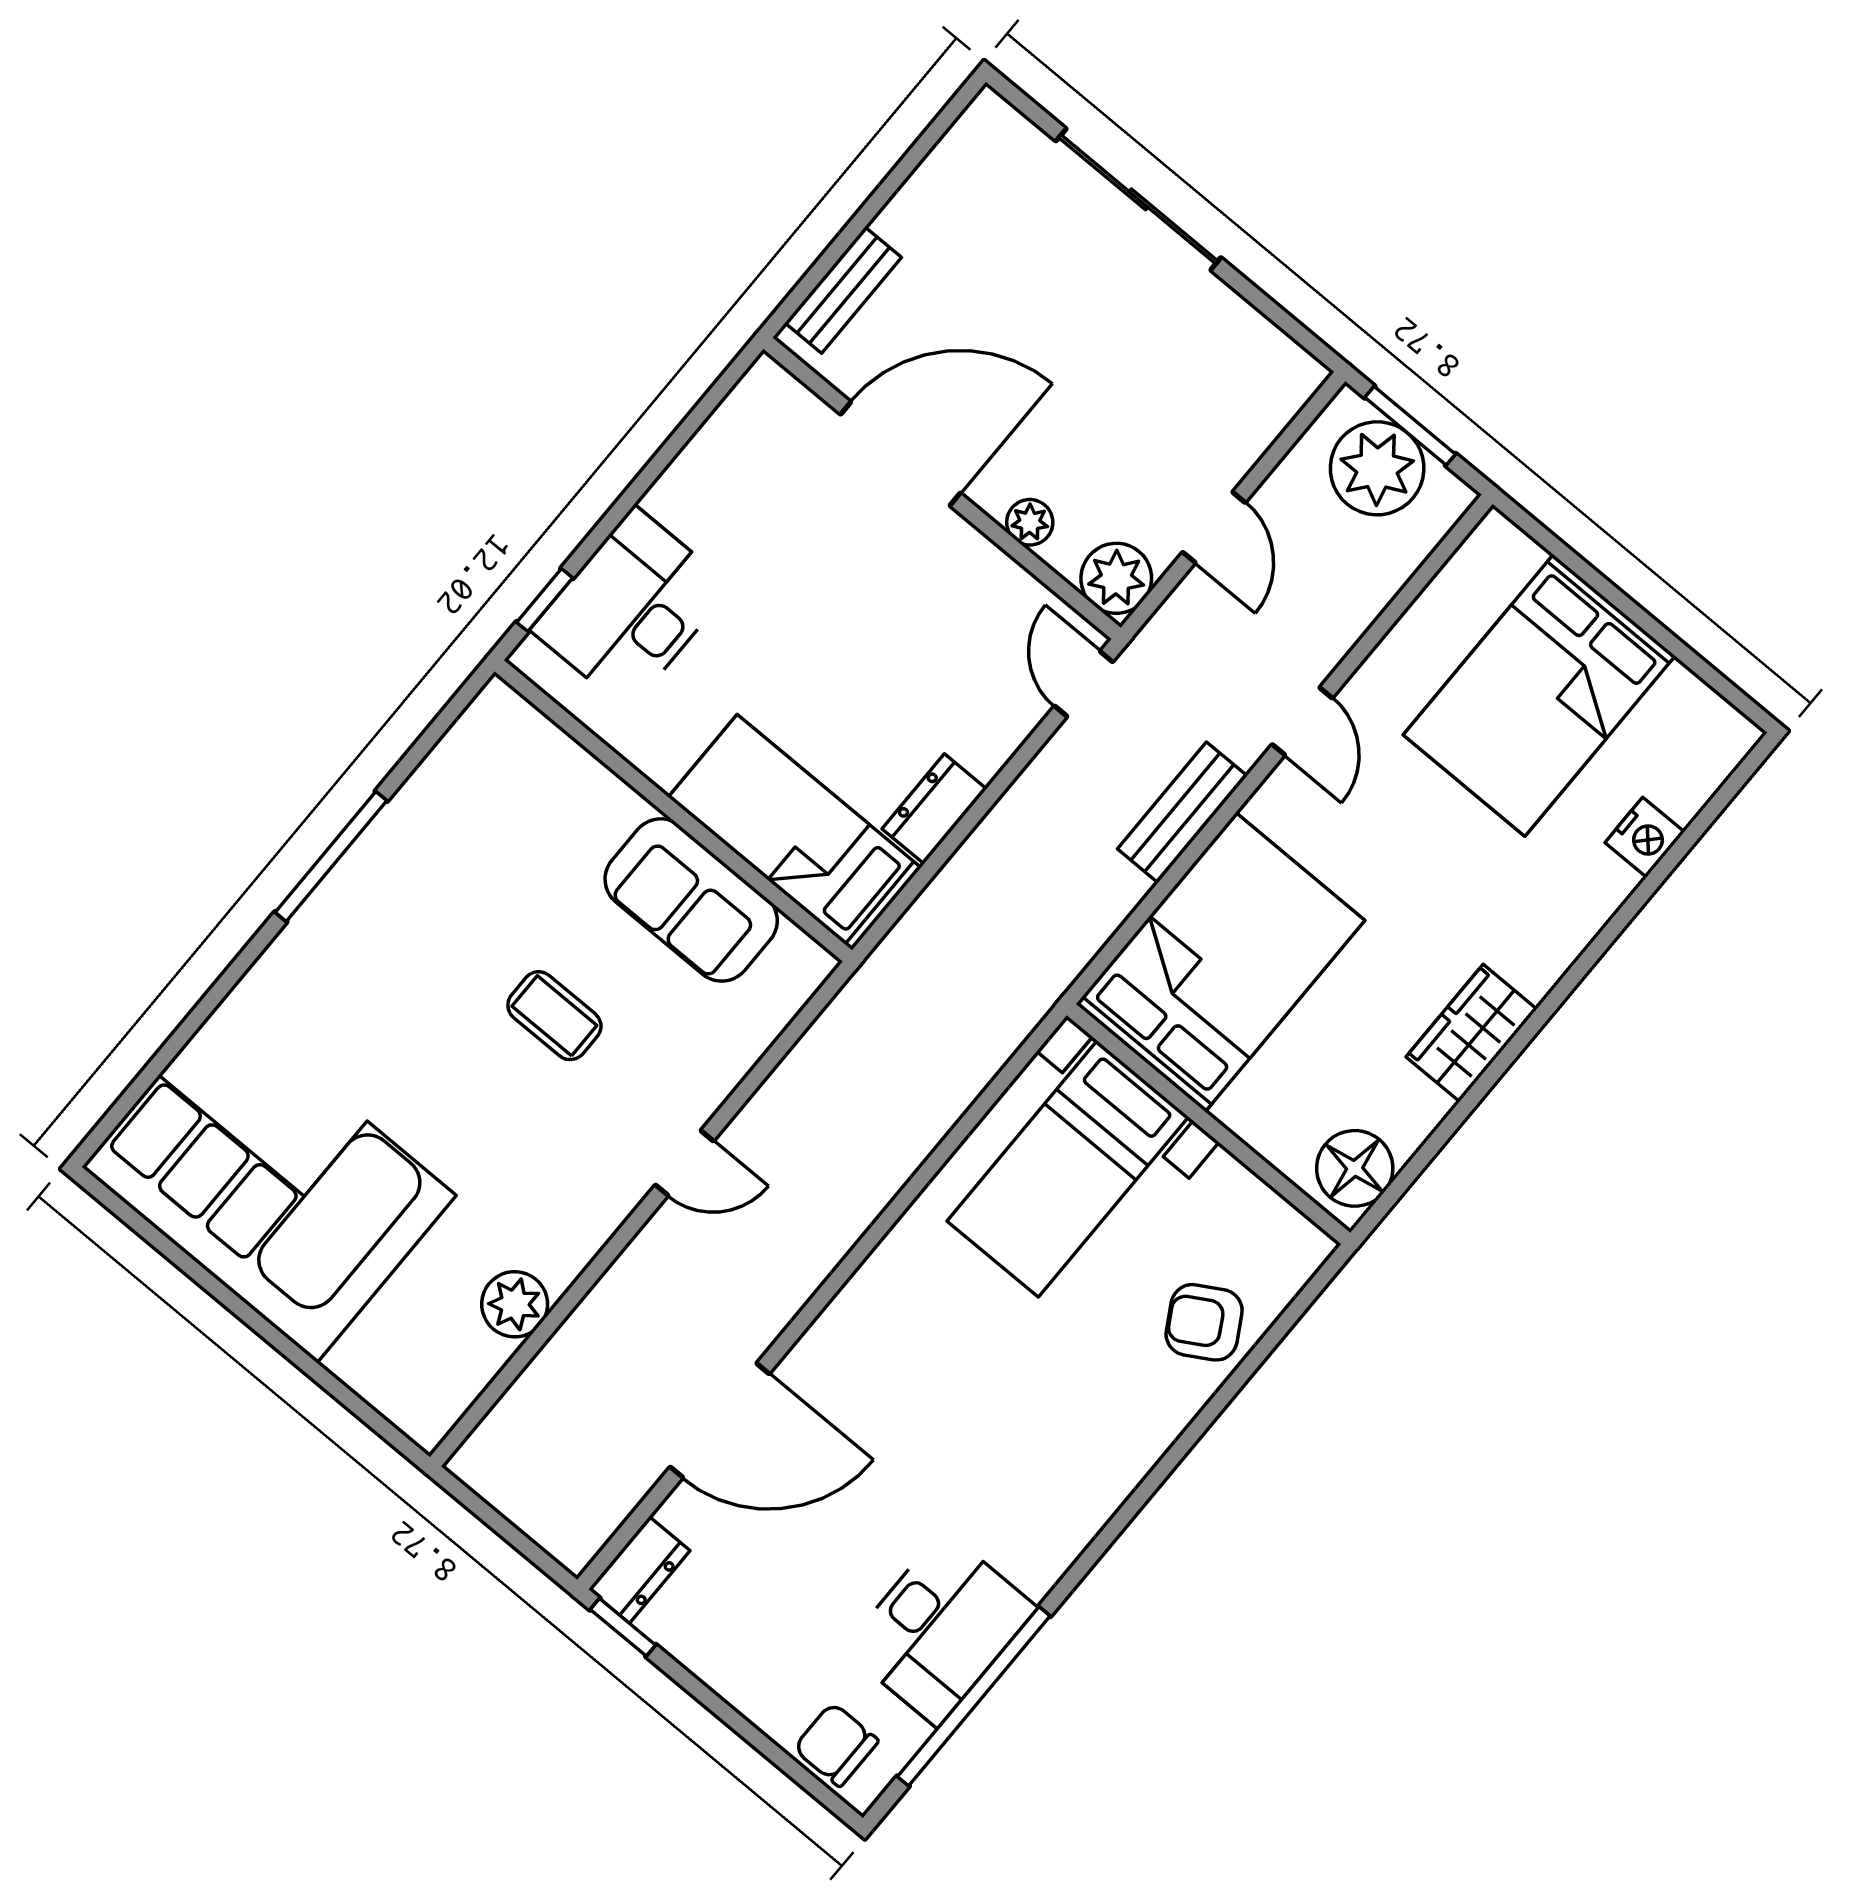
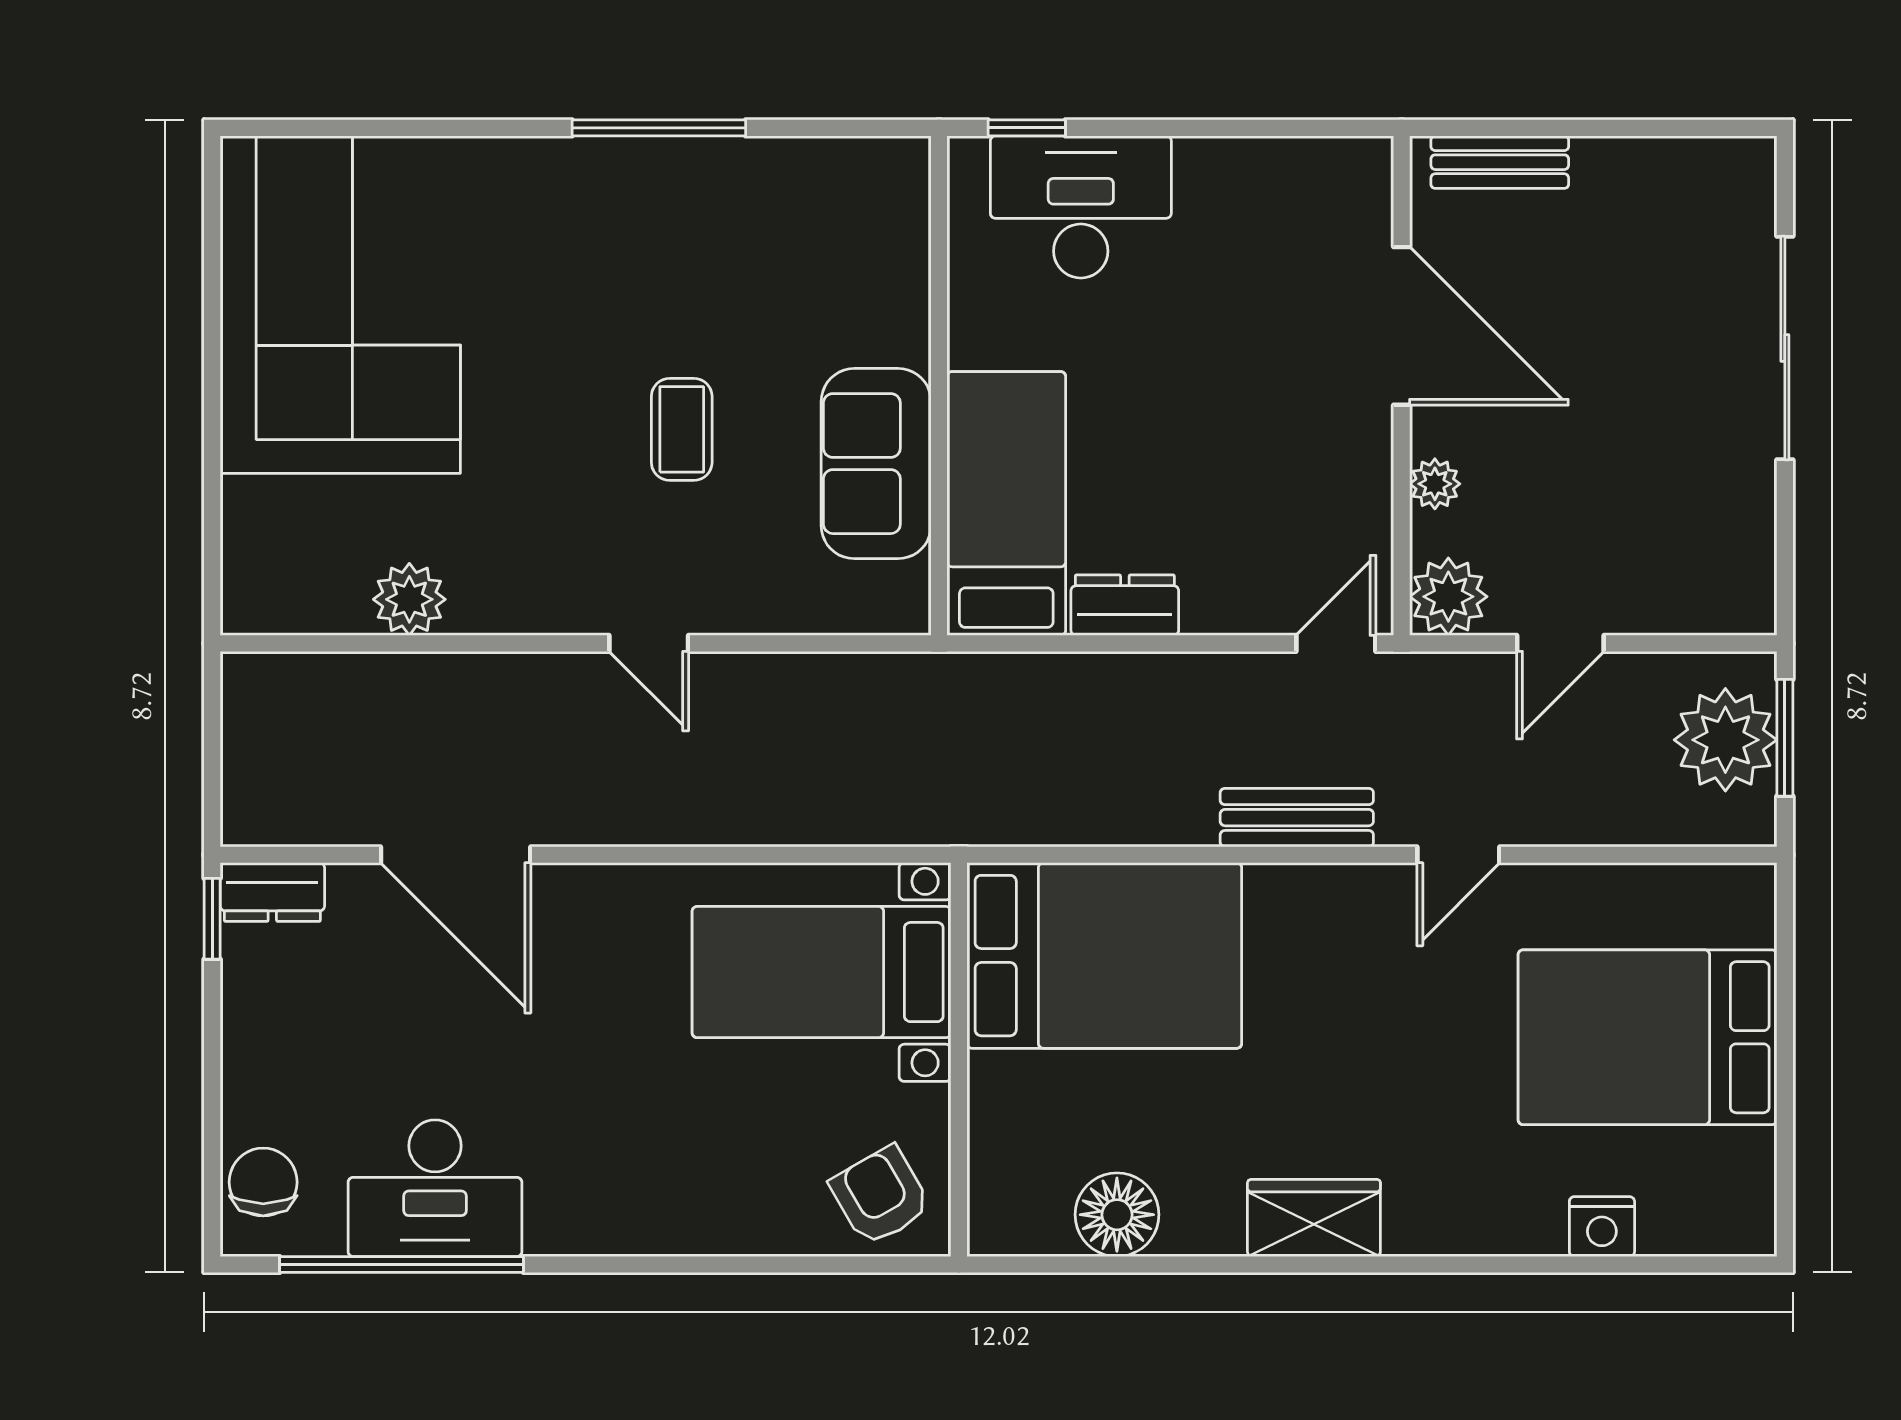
bed: (1220, 962) -> (1104, 956), moved
wall: (1209, 1124) -> (959, 1060), moved
bed with nightstands: (1068, 1169) -> (822, 972), moved

